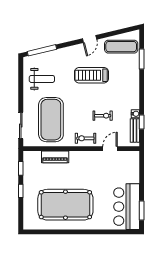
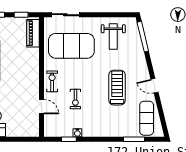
bench: (135, 131) -> (60, 132), removed
piano: (55, 157) -> (33, 33), moved

